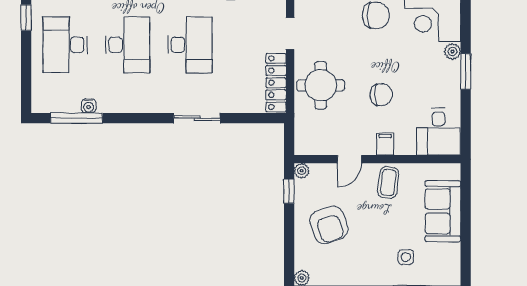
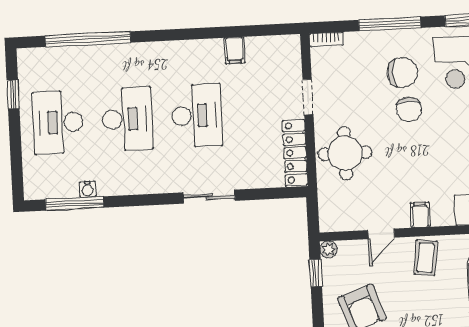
chair: (381, 95) -> (409, 109), moved, turned 90

